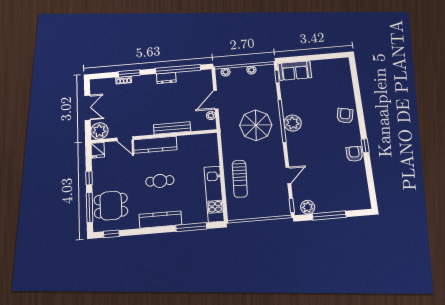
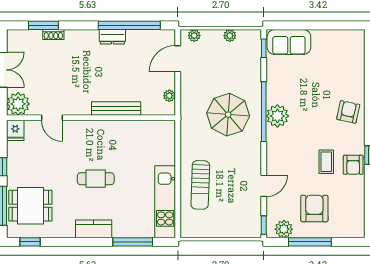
window: (129, 73) -> (43, 25), moved
door: (216, 100) -> (178, 59), moved
kitchen counter: (155, 145) -> (92, 130), removed
coffee table: (334, 153) -> (326, 162), added
armchair: (354, 154) -> (353, 165), turned 180
armchair: (329, 189) -> (314, 208), added
kitchen counter: (160, 220) -> (94, 229), width x0.67

